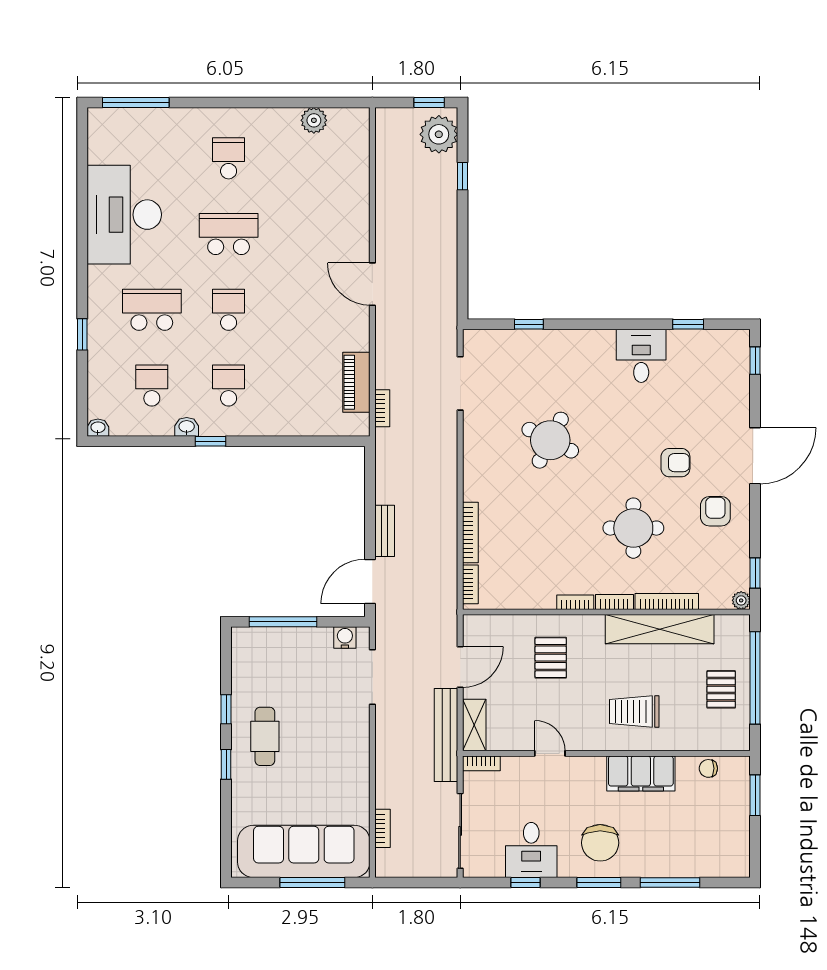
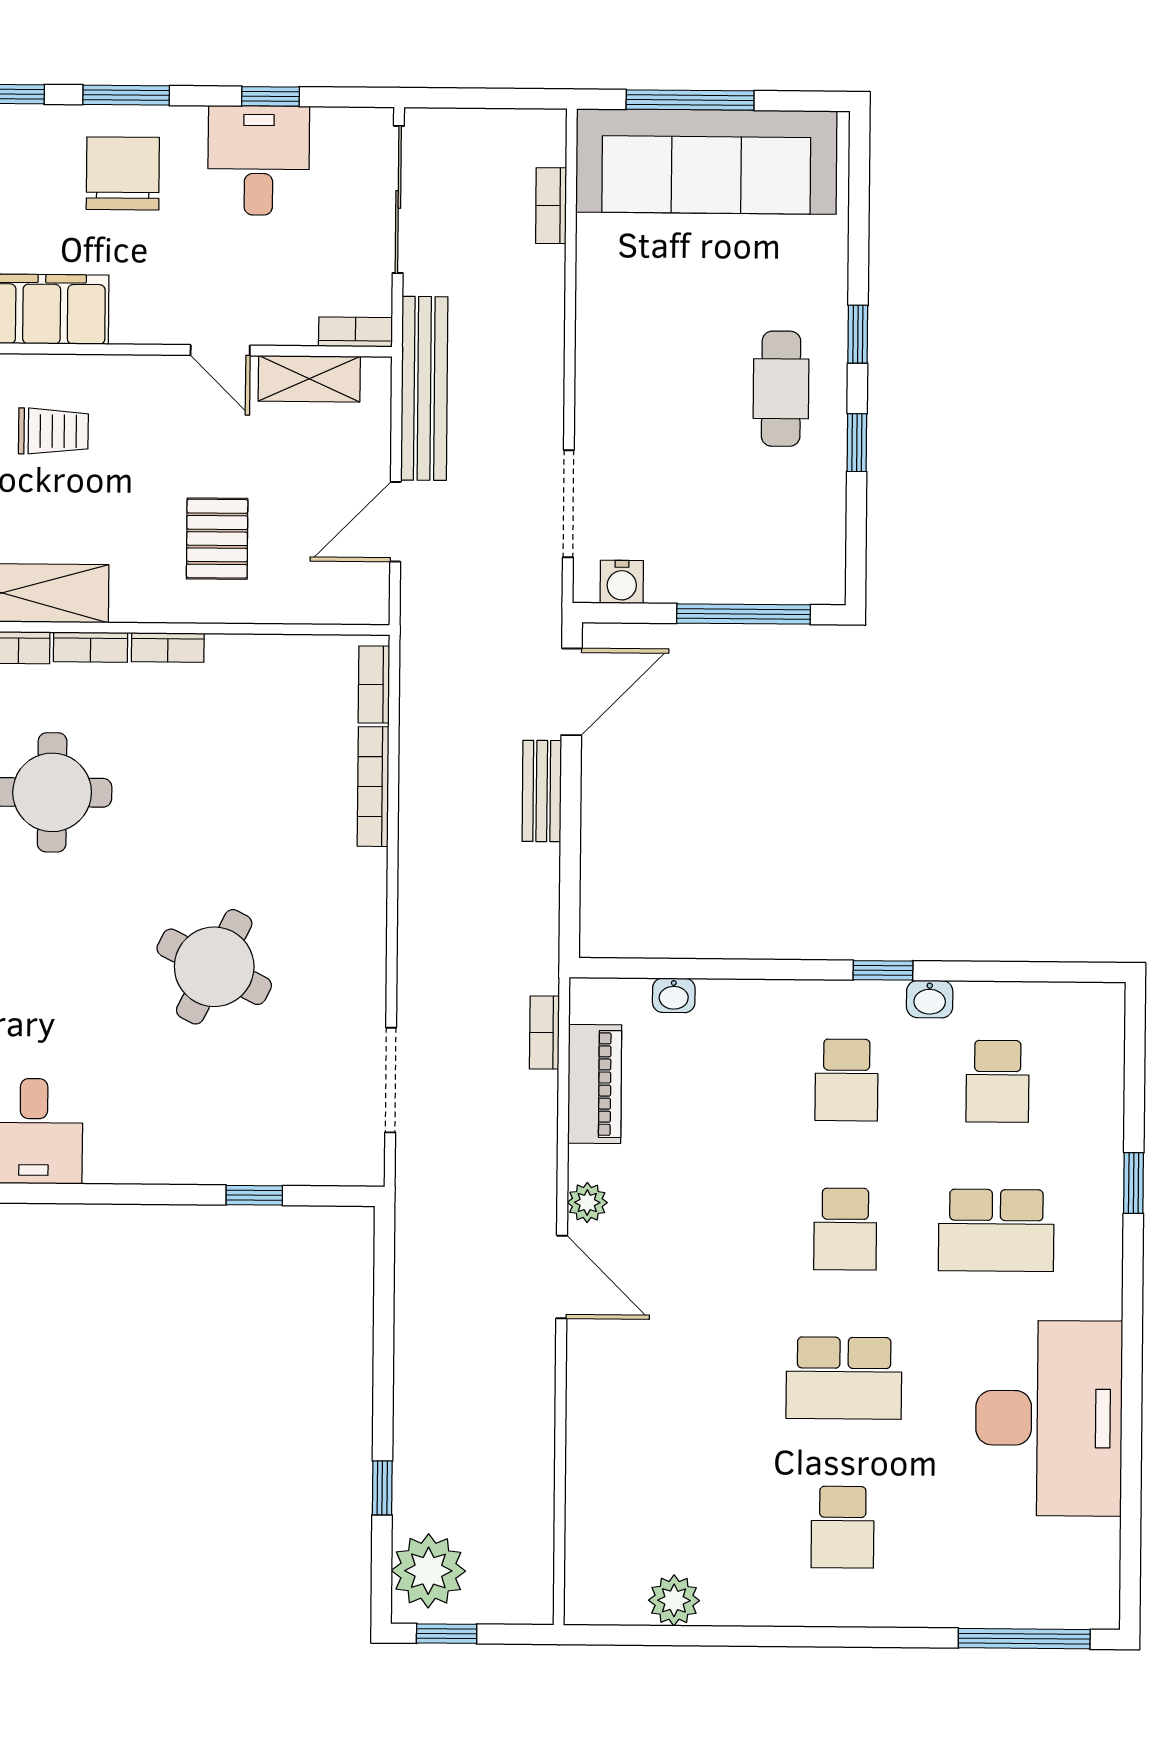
plant: (360, 322) -> (587, 1202), added
washbasin: (98, 428) -> (674, 995), moved
trolley: (634, 712) -> (53, 431), width x0.73, depth x0.72
shelving: (474, 725) -> (309, 379), moved, turned 90

